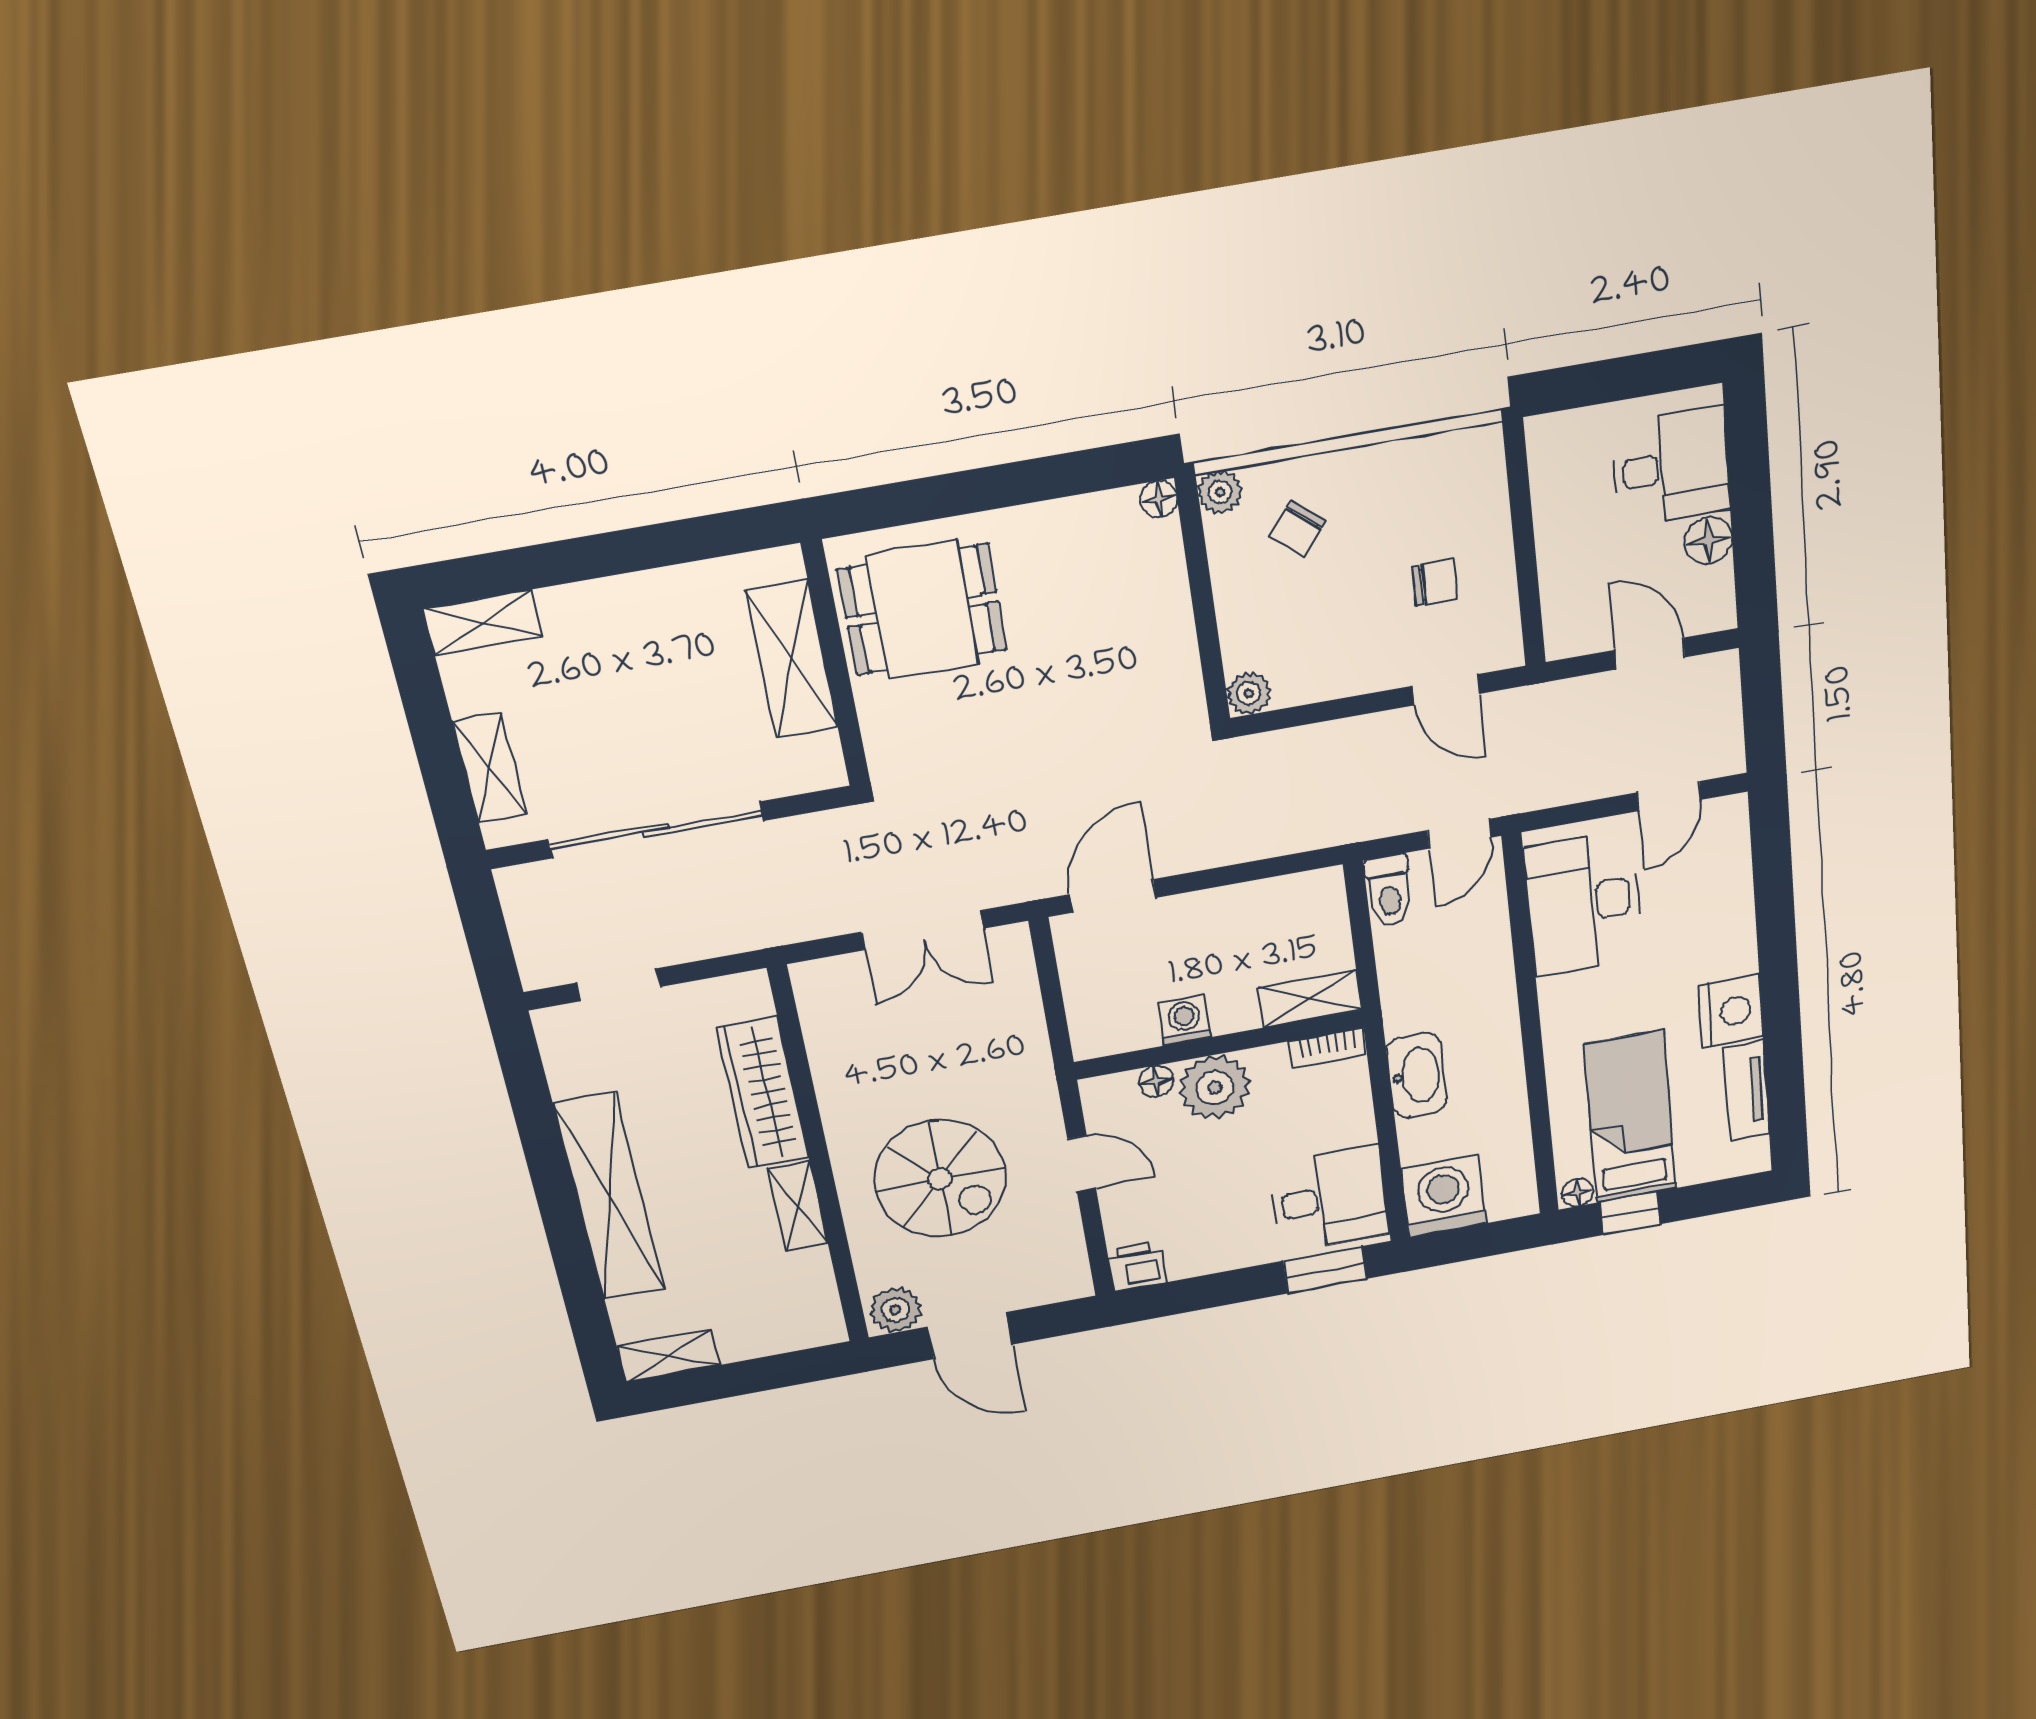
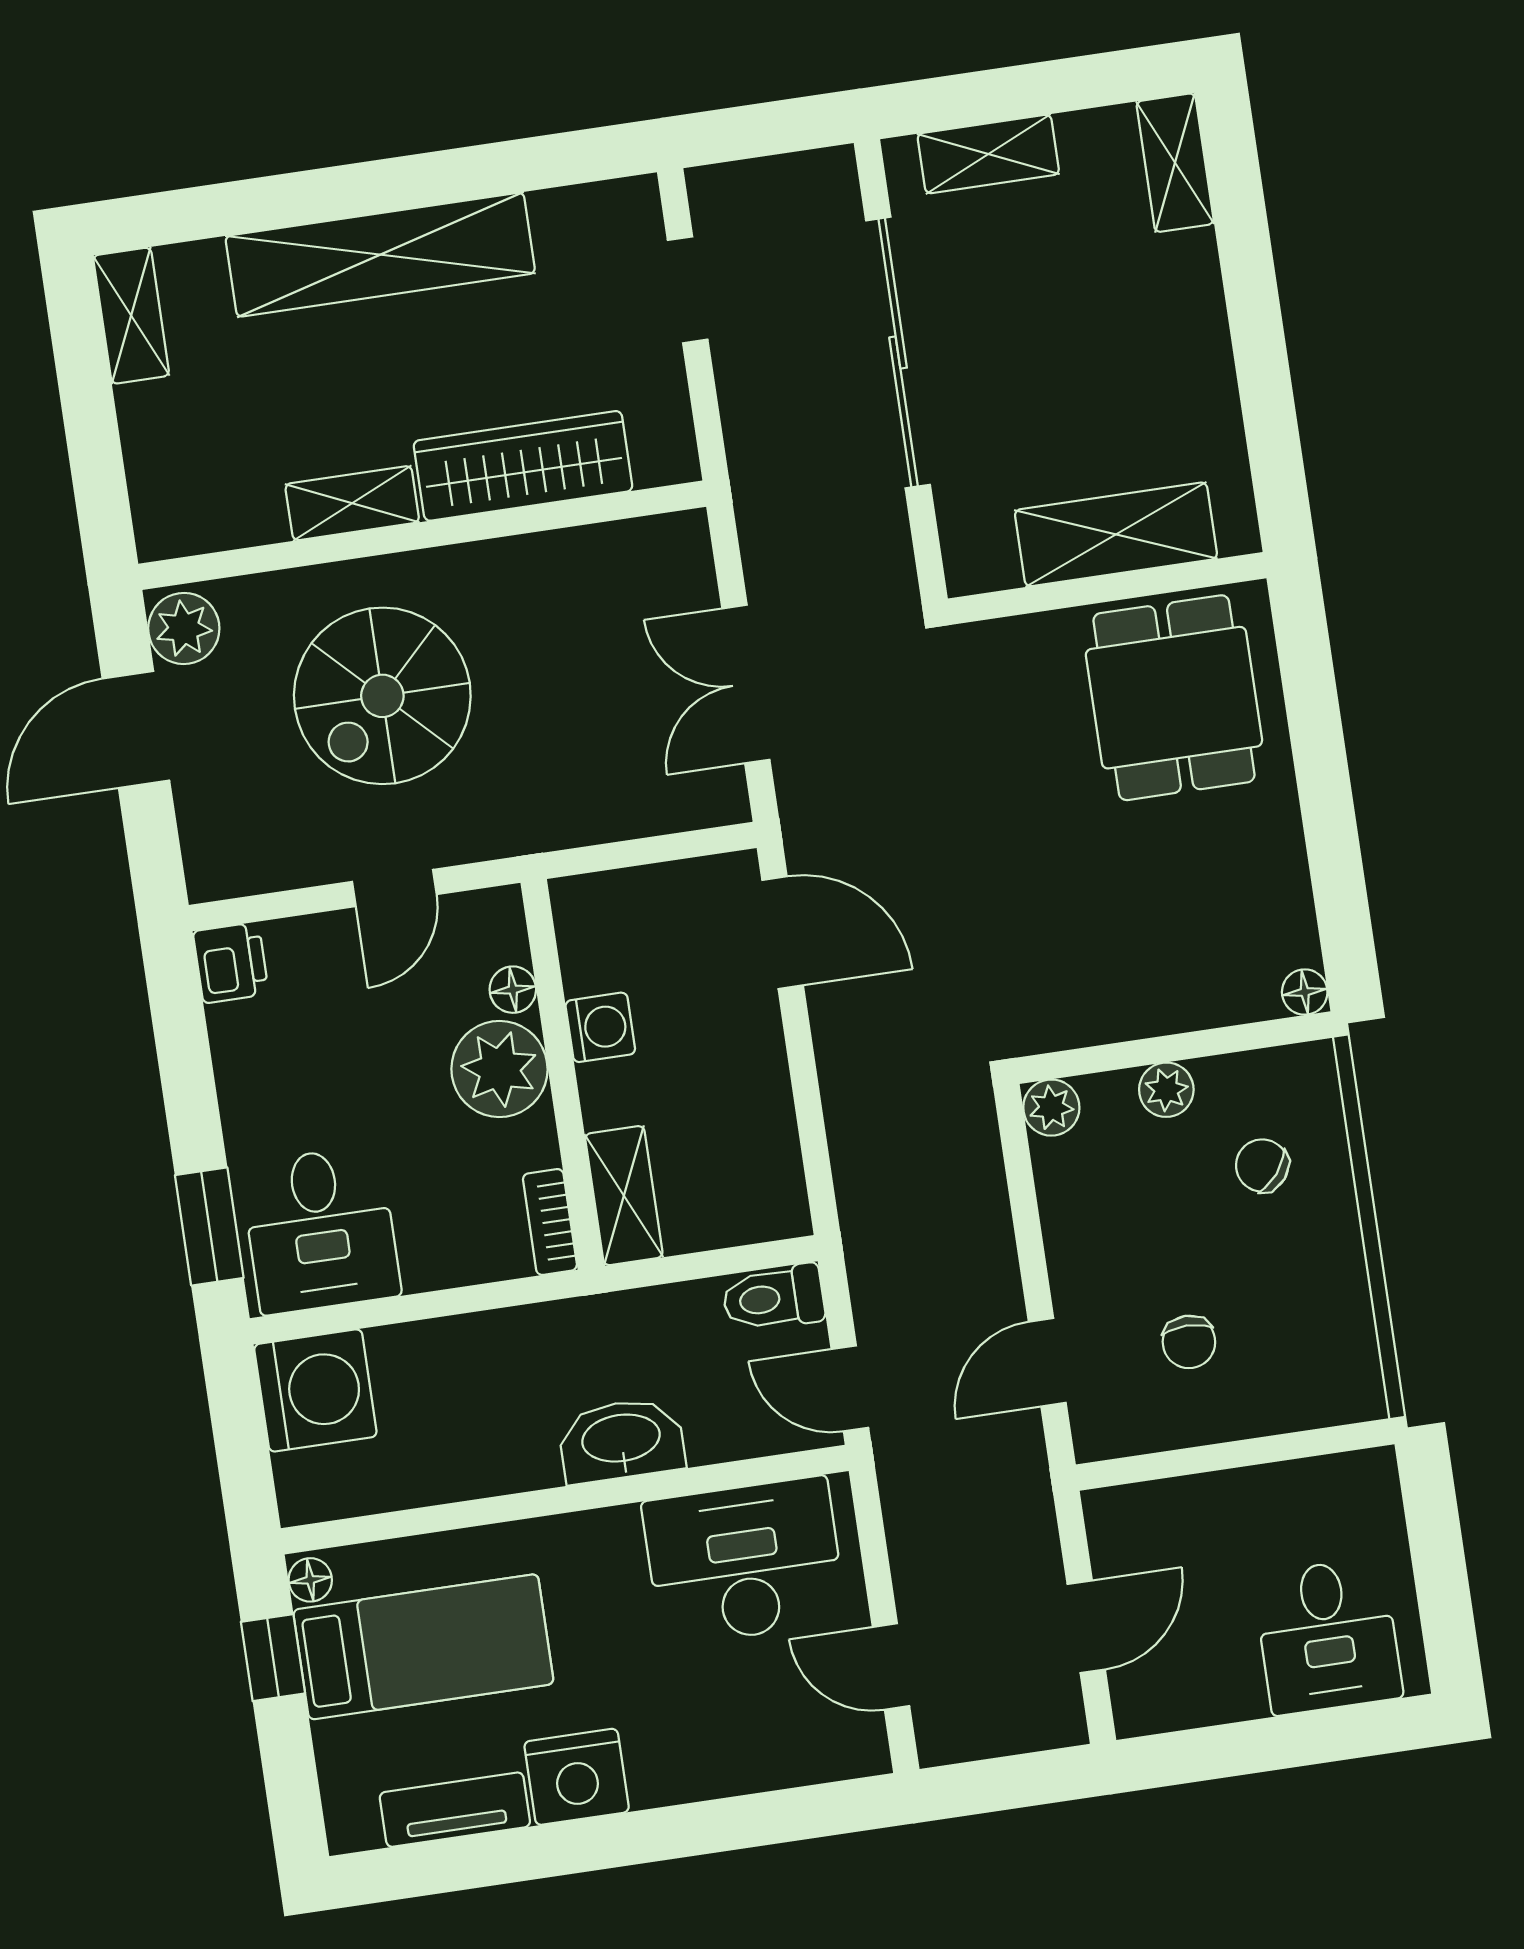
plant: (1220, 492) -> (1166, 1090), moved
floor lamp: (1708, 540) -> (1233, 1692), removed
washbasin: (1417, 1075) -> (621, 1440), moved, turned 180

